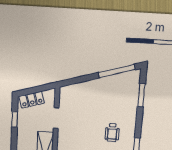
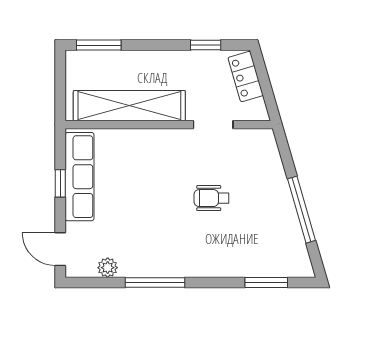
window: (117, 71) -> (301, 210), moved
wheelchair: (112, 132) -> (211, 198), moved

